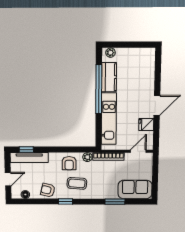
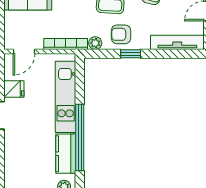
window: (26, 150) -> (131, 54), moved
armchair: (69, 163) -> (121, 34), turned -90

